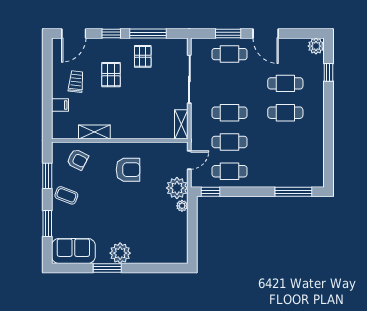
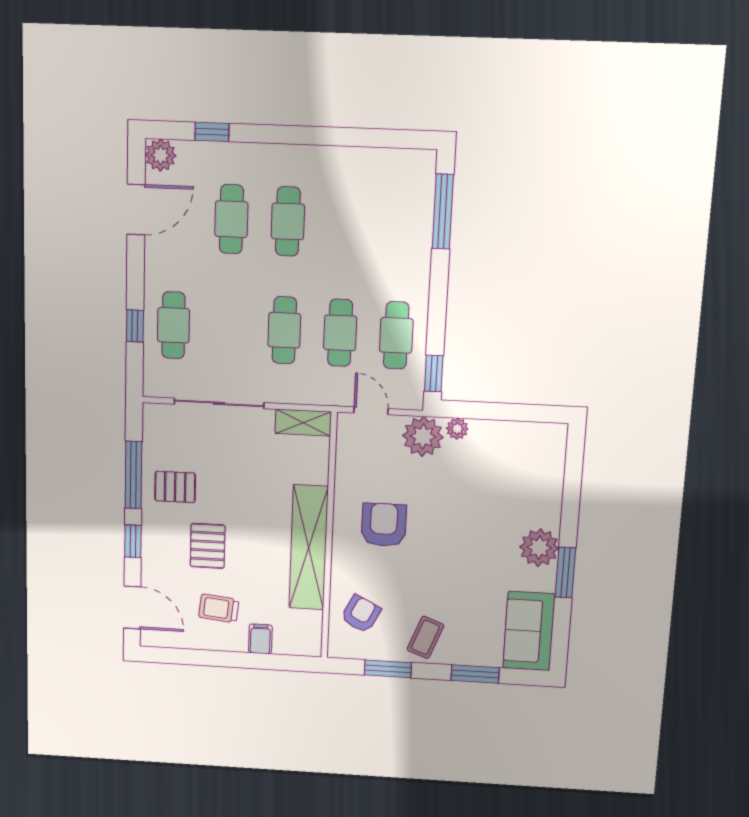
window: (228, 34) -> (135, 326), width x0.67
door: (266, 34) -> (136, 210), moved
pallet: (111, 75) -> (208, 546), turned 90
shelving: (94, 132) -> (309, 548), width x2.20, depth x1.33

